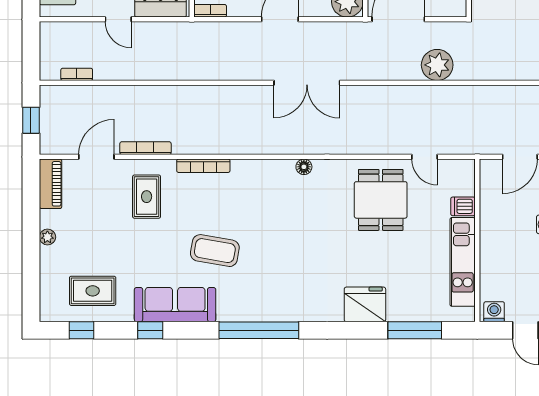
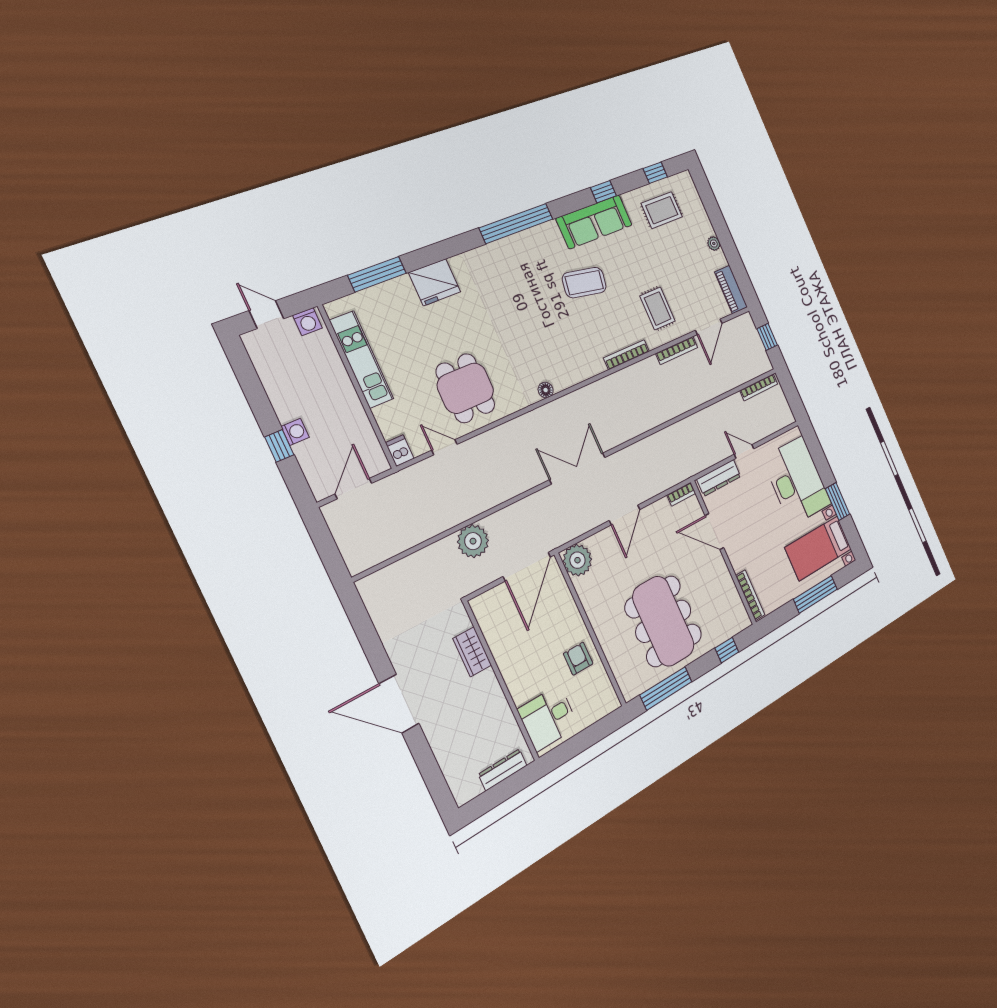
bookcase: (77, 74) -> (759, 387), width x1.56
dishwasher: (463, 206) -> (400, 451), moved, turned -90

